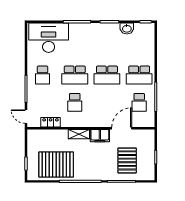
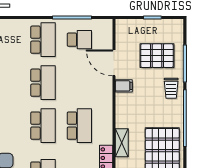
school desk: (75, 102) -> (79, 126), width x1.85
shelving: (79, 134) -> (122, 143), moved
filing cabinet: (100, 136) -> (124, 86), width x0.50
trolley: (103, 171) -> (171, 88), added

